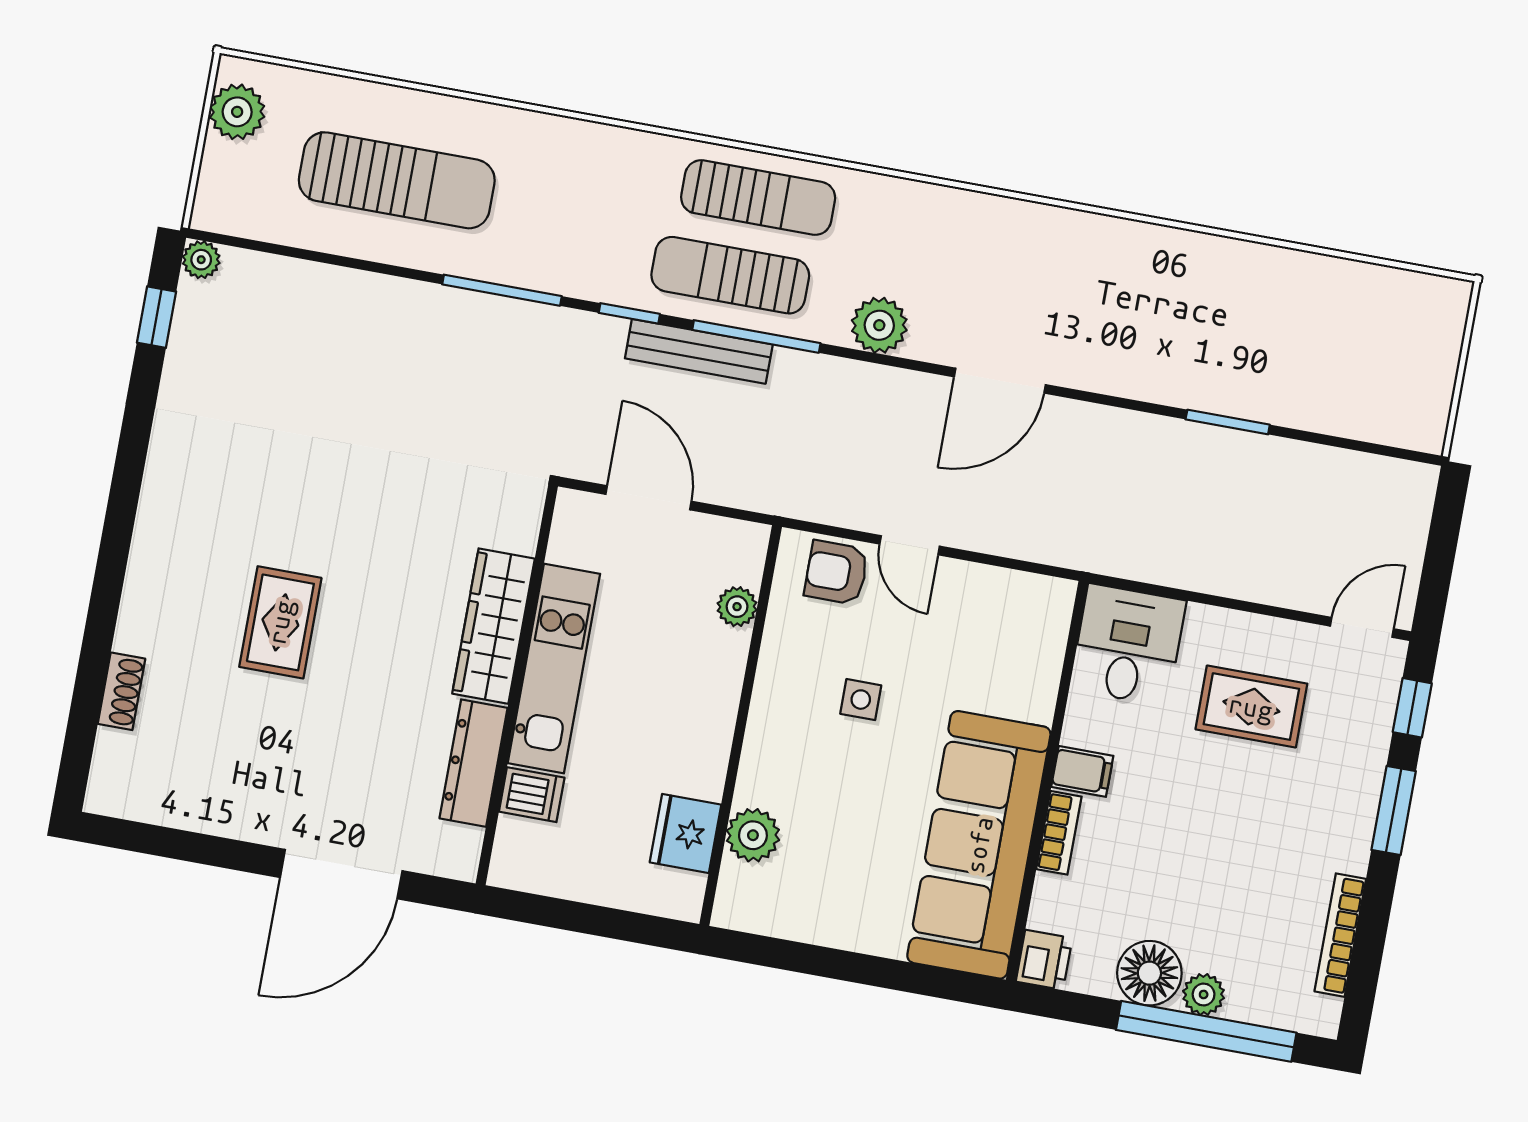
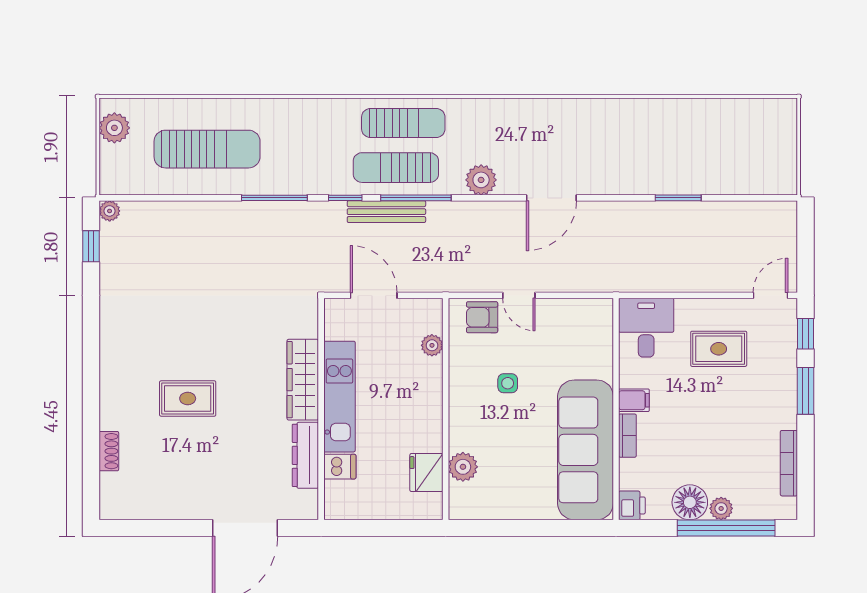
rug: (280, 622) -> (188, 398), turned 90

